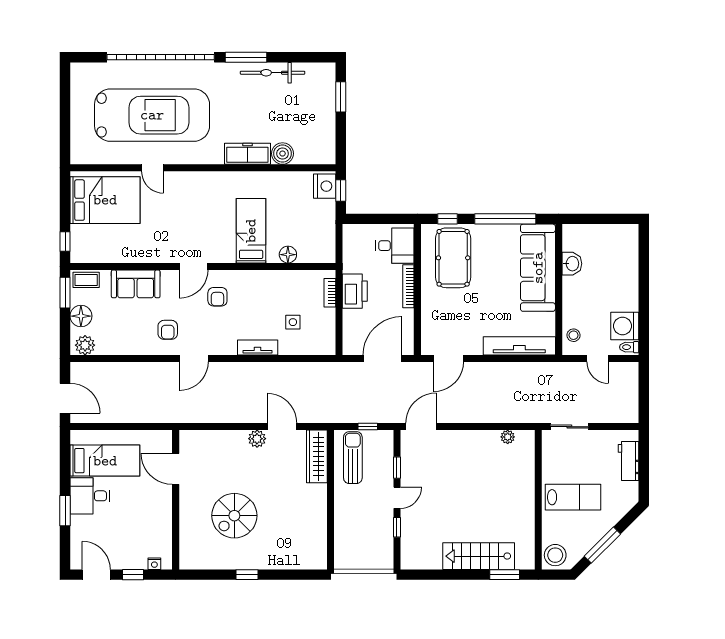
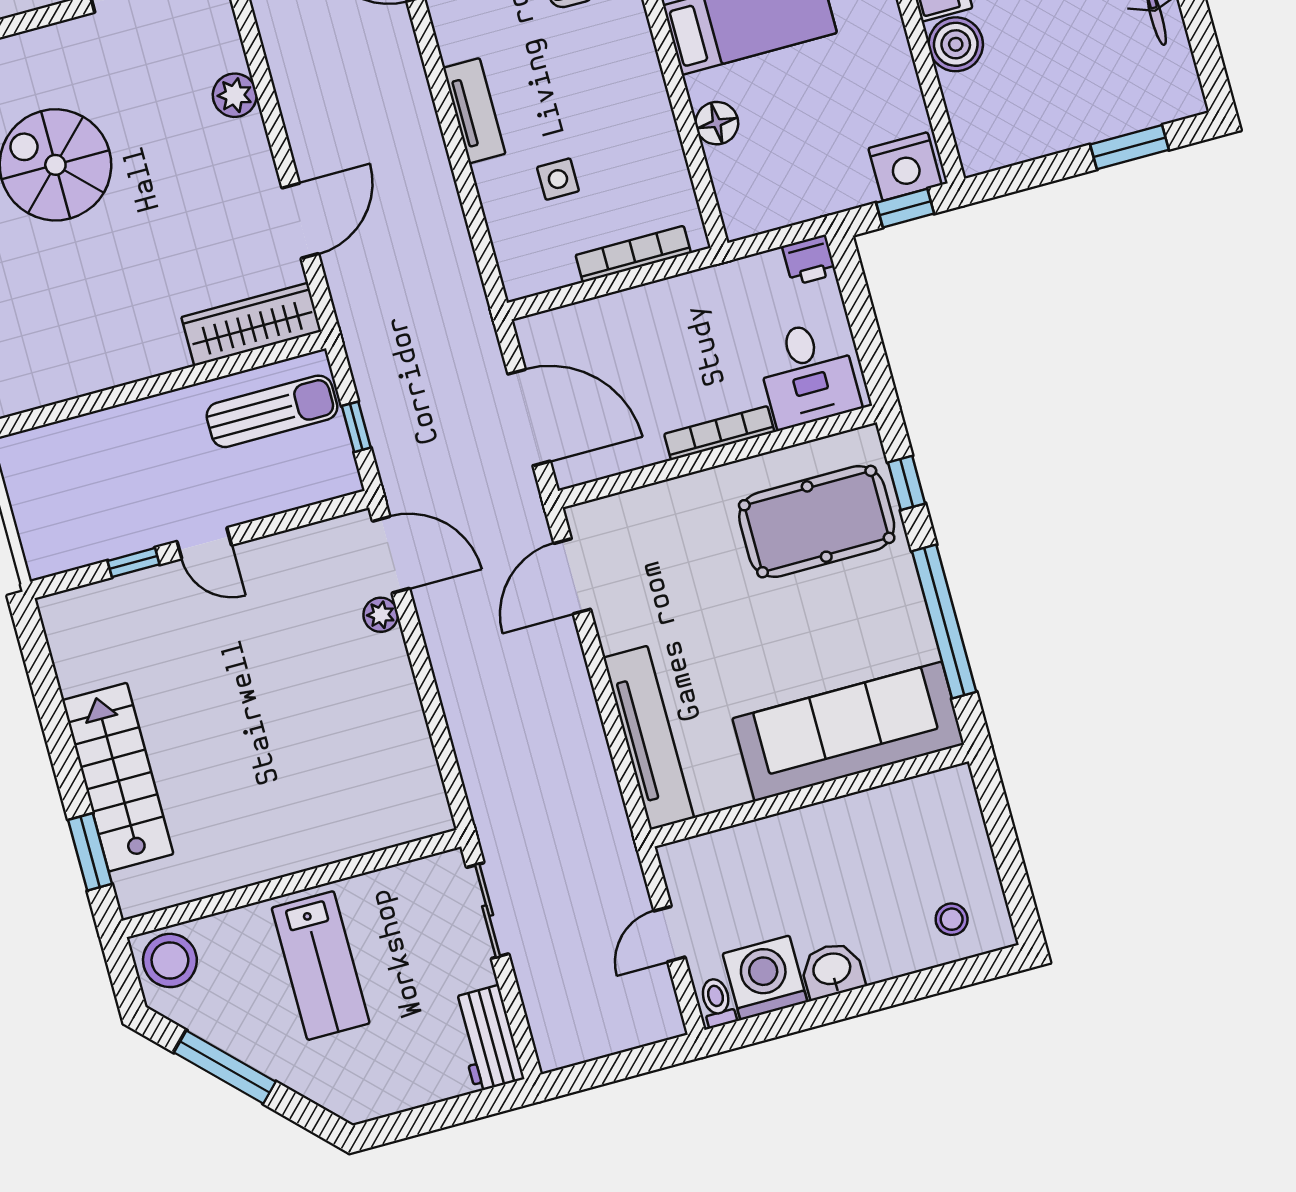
washbasin: (572, 264) -> (832, 970), moved, turned 180
printer: (355, 291) -> (809, 260), moved, width x0.53, depth x0.68
bookcase: (330, 293) -> (633, 254), width x1.56
stool: (574, 335) -> (952, 919), moved
door: (449, 358) -> (572, 576), hinge flipped
plant: (508, 437) -> (381, 615), moved
plant: (257, 439) -> (235, 95), moved
workbench: (628, 461) -> (487, 1038), moved, turned -90
window: (397, 468) -> (277, 524), removed

